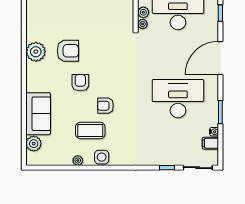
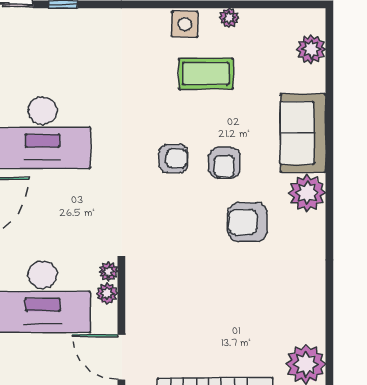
plant: (36, 52) -> (307, 193), moved
armchair: (106, 106) -> (173, 159), moved
sofa: (38, 114) -> (303, 133), moved

